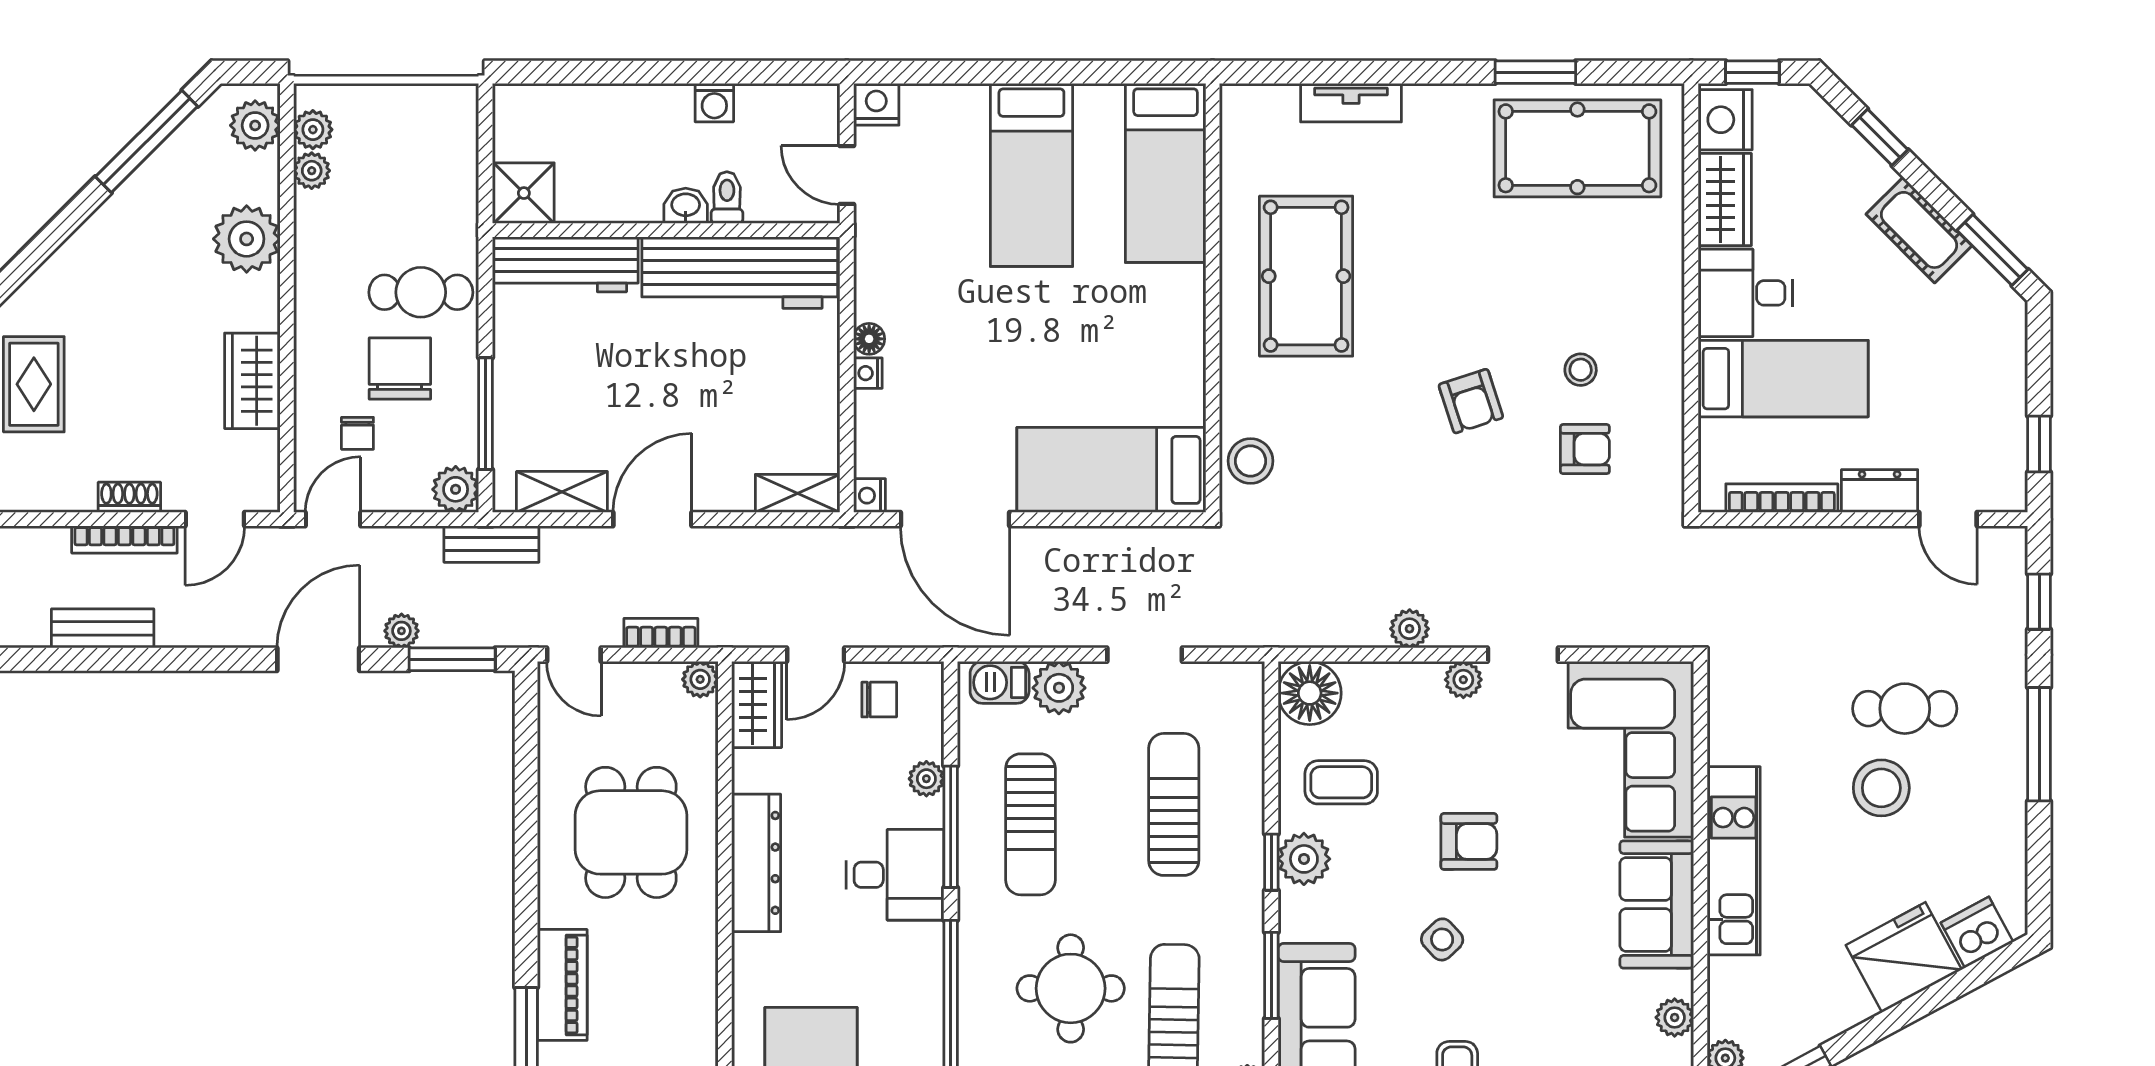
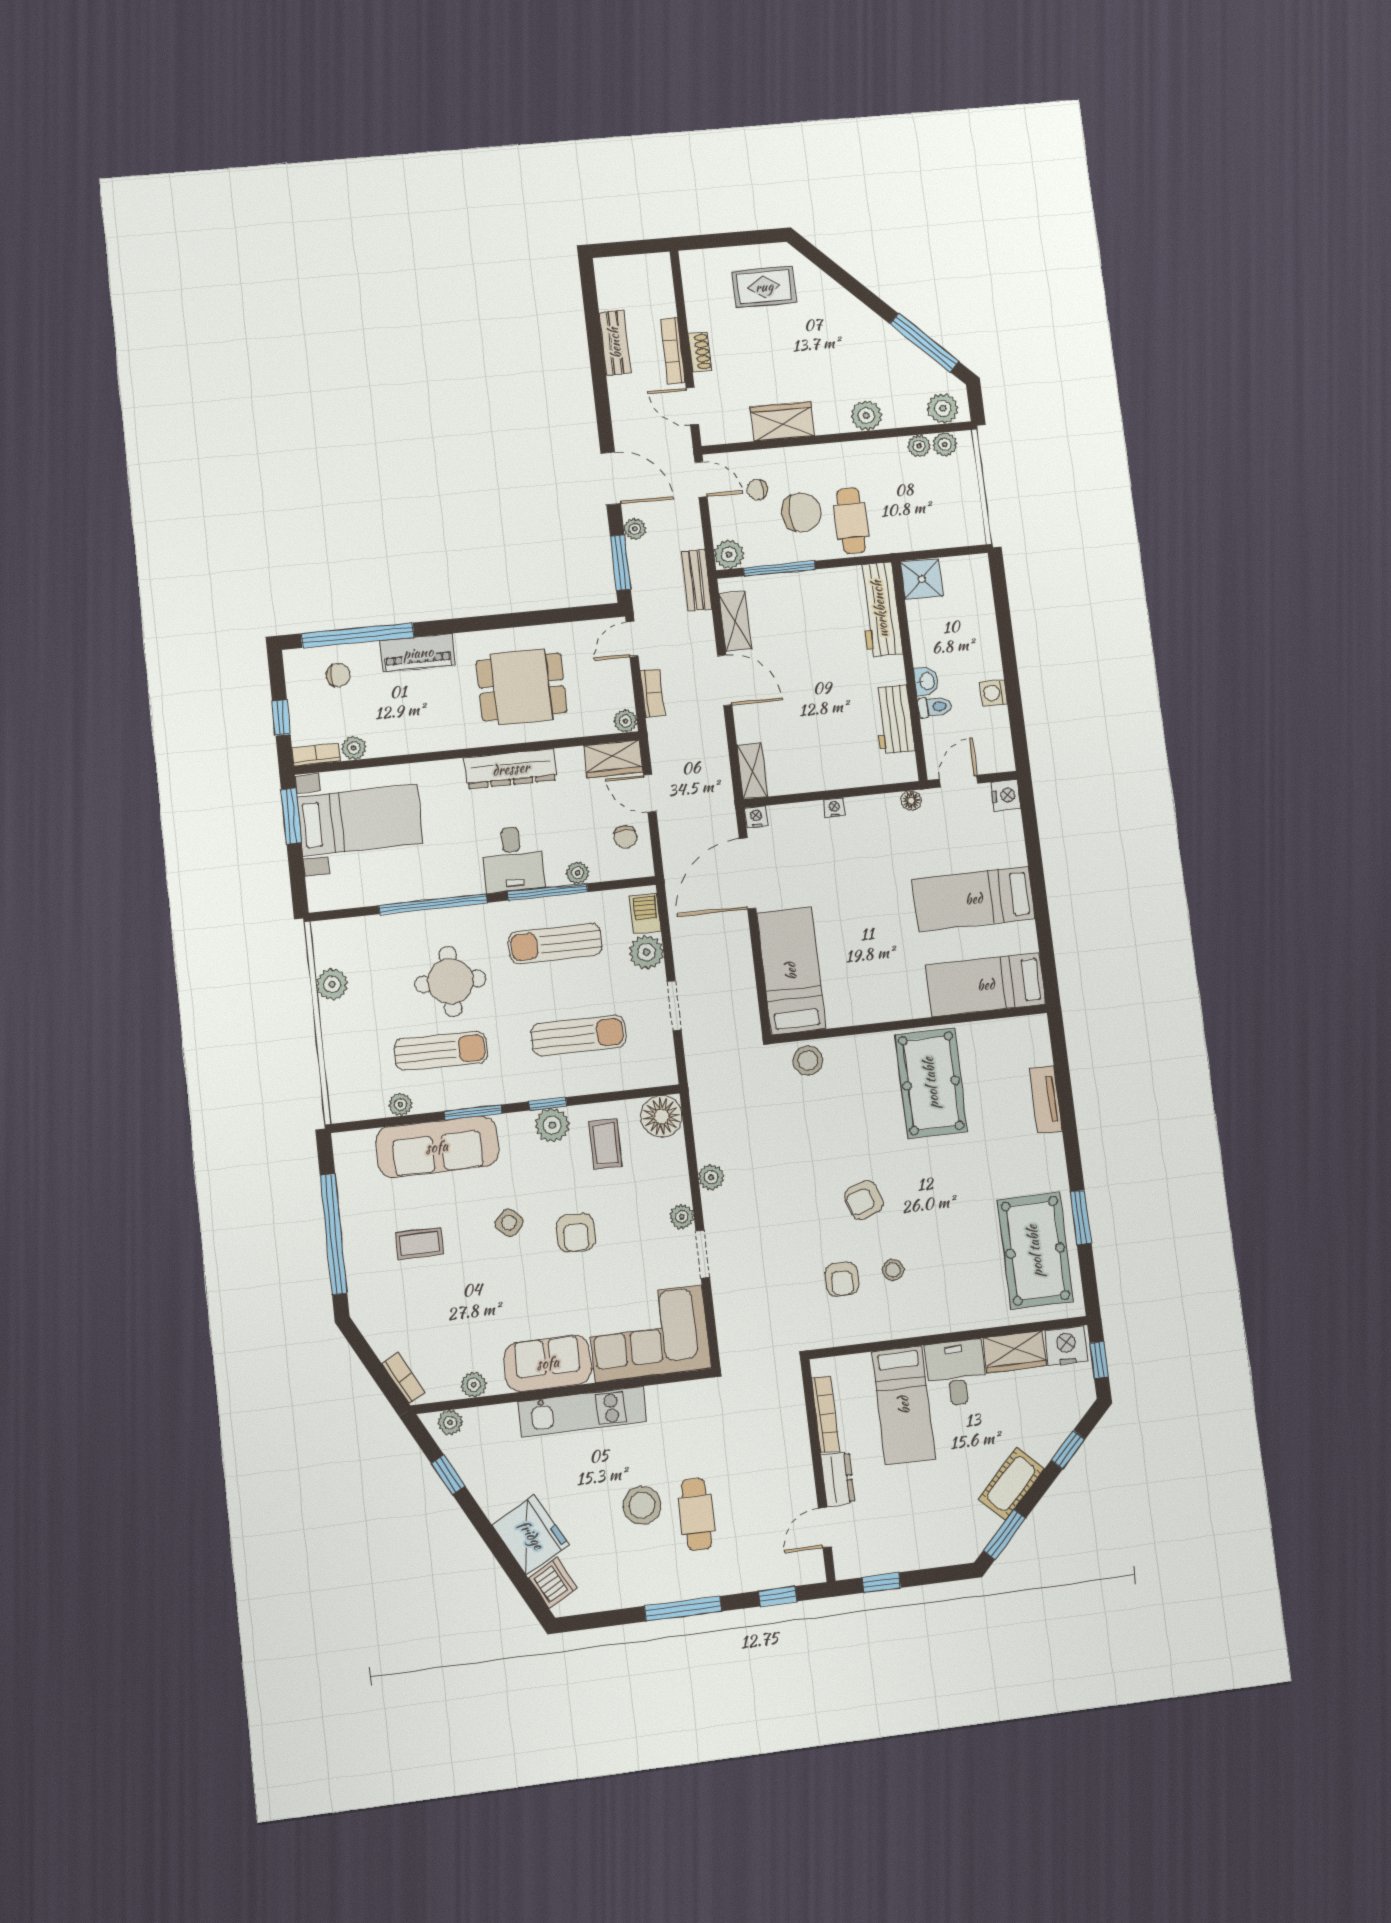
plant: (247, 239) -> (866, 416), width x0.73, depth x0.73
workbench: (740, 273) -> (894, 719), width x0.53, depth x0.76
pool table: (1306, 276) -> (931, 1083), turned 90
floor lamp: (869, 339) -> (911, 800), moved

